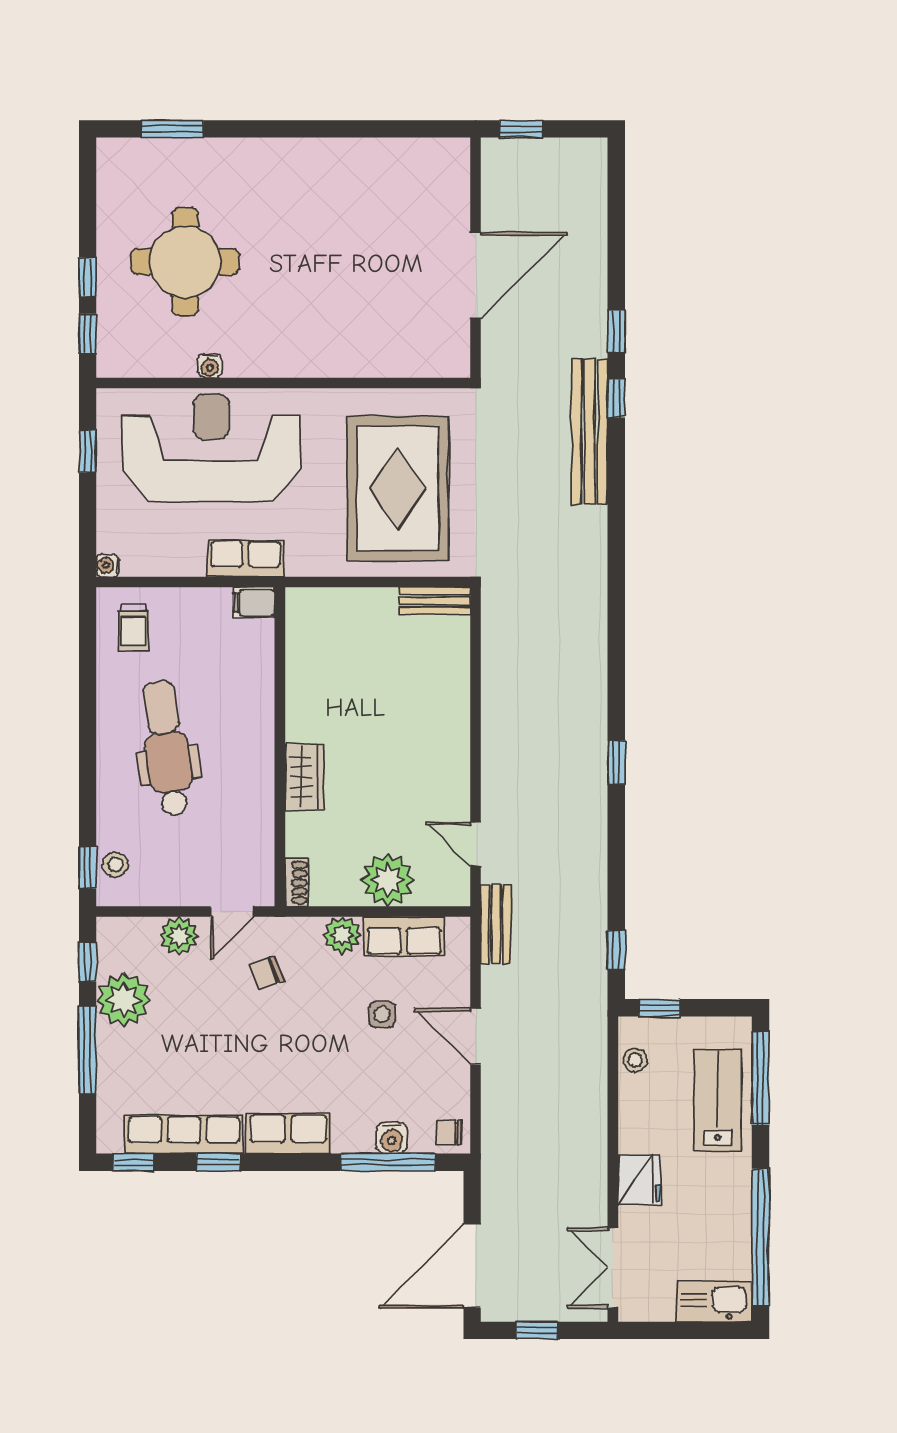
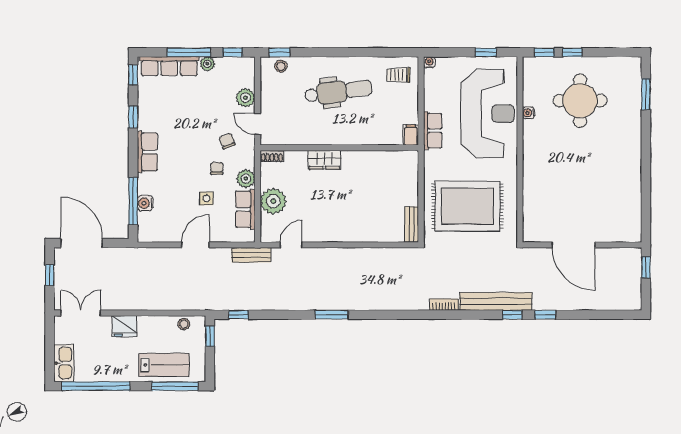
bookcase: (596, 536) -> (444, 305), added
window: (616, 762) -> (332, 315), width x1.50
plant: (123, 1000) -> (207, 64), width x0.53, depth x0.53
chair: (449, 1132) -> (217, 168), moved
row of seats: (184, 1134) -> (169, 66), moved, turned 90

